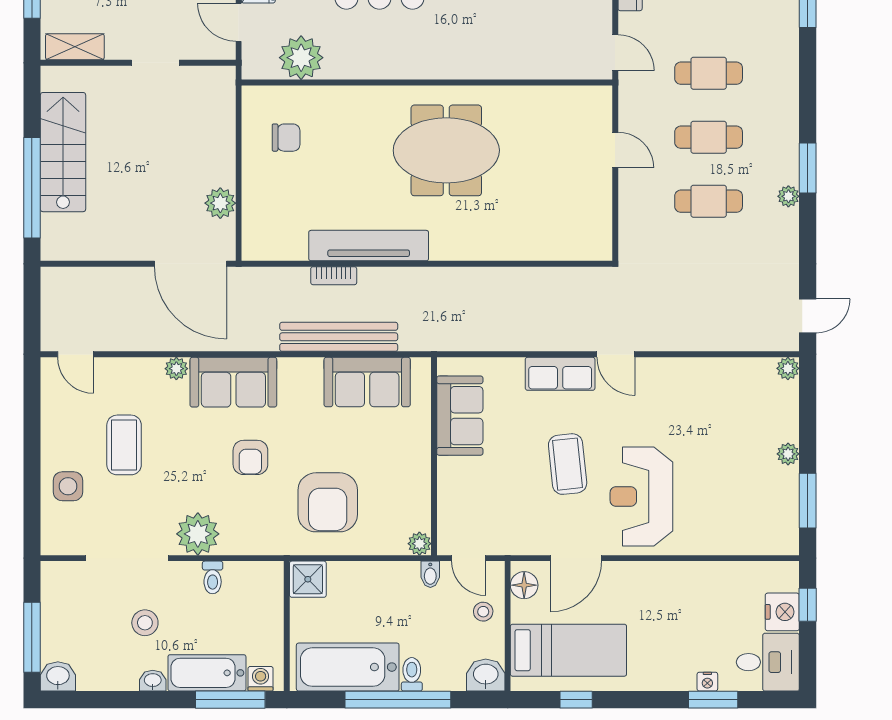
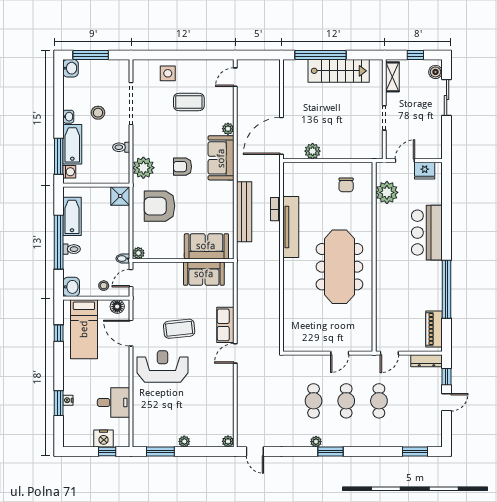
meeting table: (446, 150) -> (339, 267), width x1.36
sofa: (367, 382) -> (206, 246), moved, turned 90
plant: (198, 534) -> (143, 168), moved
desk: (768, 662) -> (114, 403), moved, turned -90
bathtub: (348, 667) -> (72, 216), width x0.73, depth x0.73

